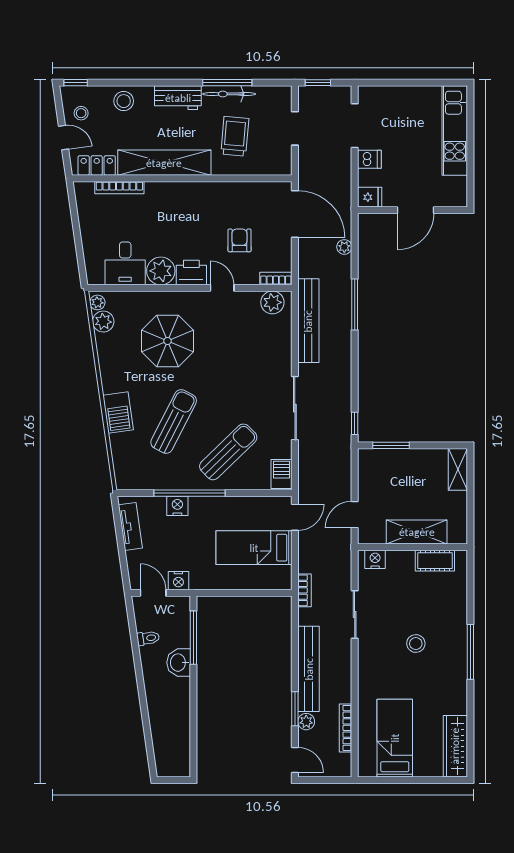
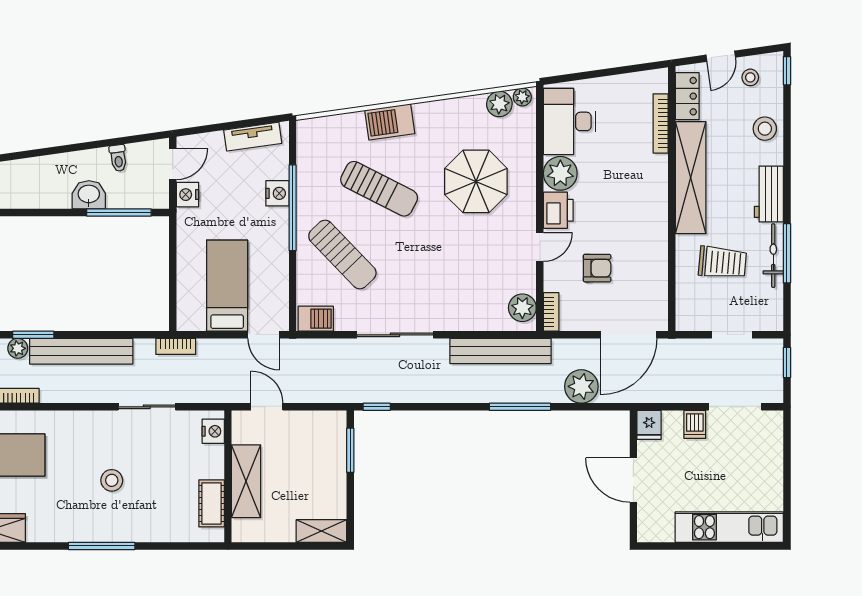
plant: (344, 247) -> (581, 386), width x1.87, depth x1.87
desk: (125, 263) -> (569, 121), width x1.37

